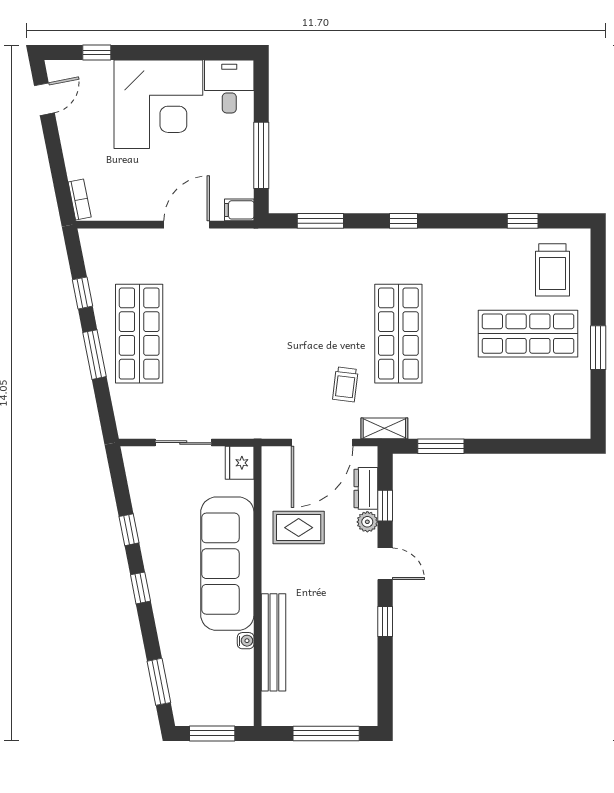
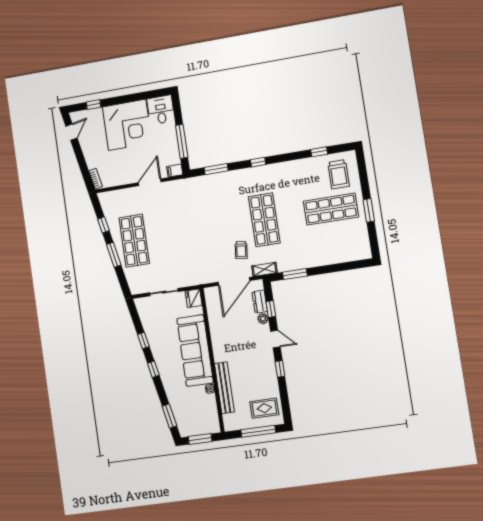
rug: (299, 528) -> (264, 408), moved

